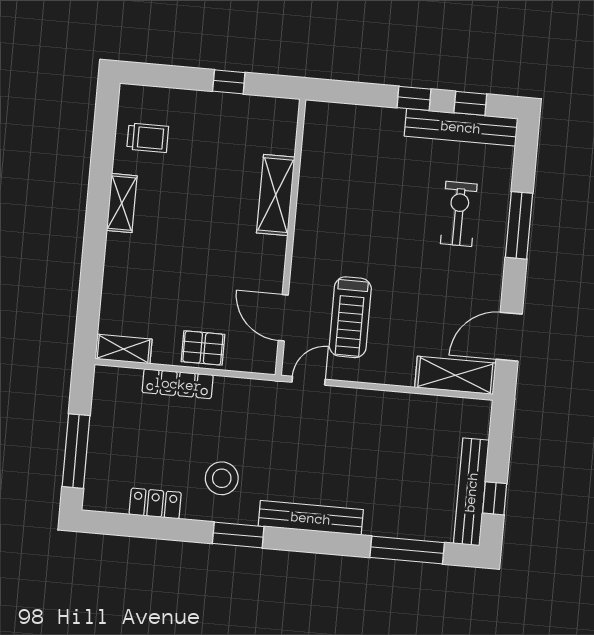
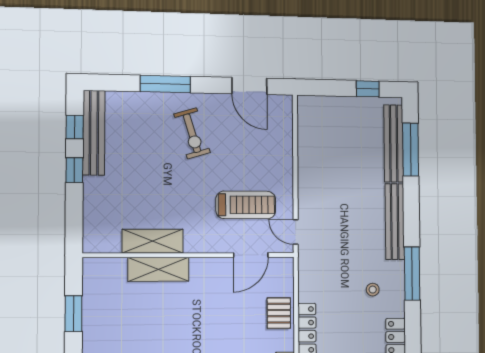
window: (229, 82) -> (73, 314), width x1.50
exercise bike: (459, 214) -> (192, 133), moved, turned -107
shelving: (455, 375) -> (153, 241), moved, turned 90
stool: (222, 478) -> (373, 290), width x0.53, depth x0.53
bench: (471, 492) -> (394, 143), moved, turned 90
window: (238, 535) -> (412, 273), width x1.44

